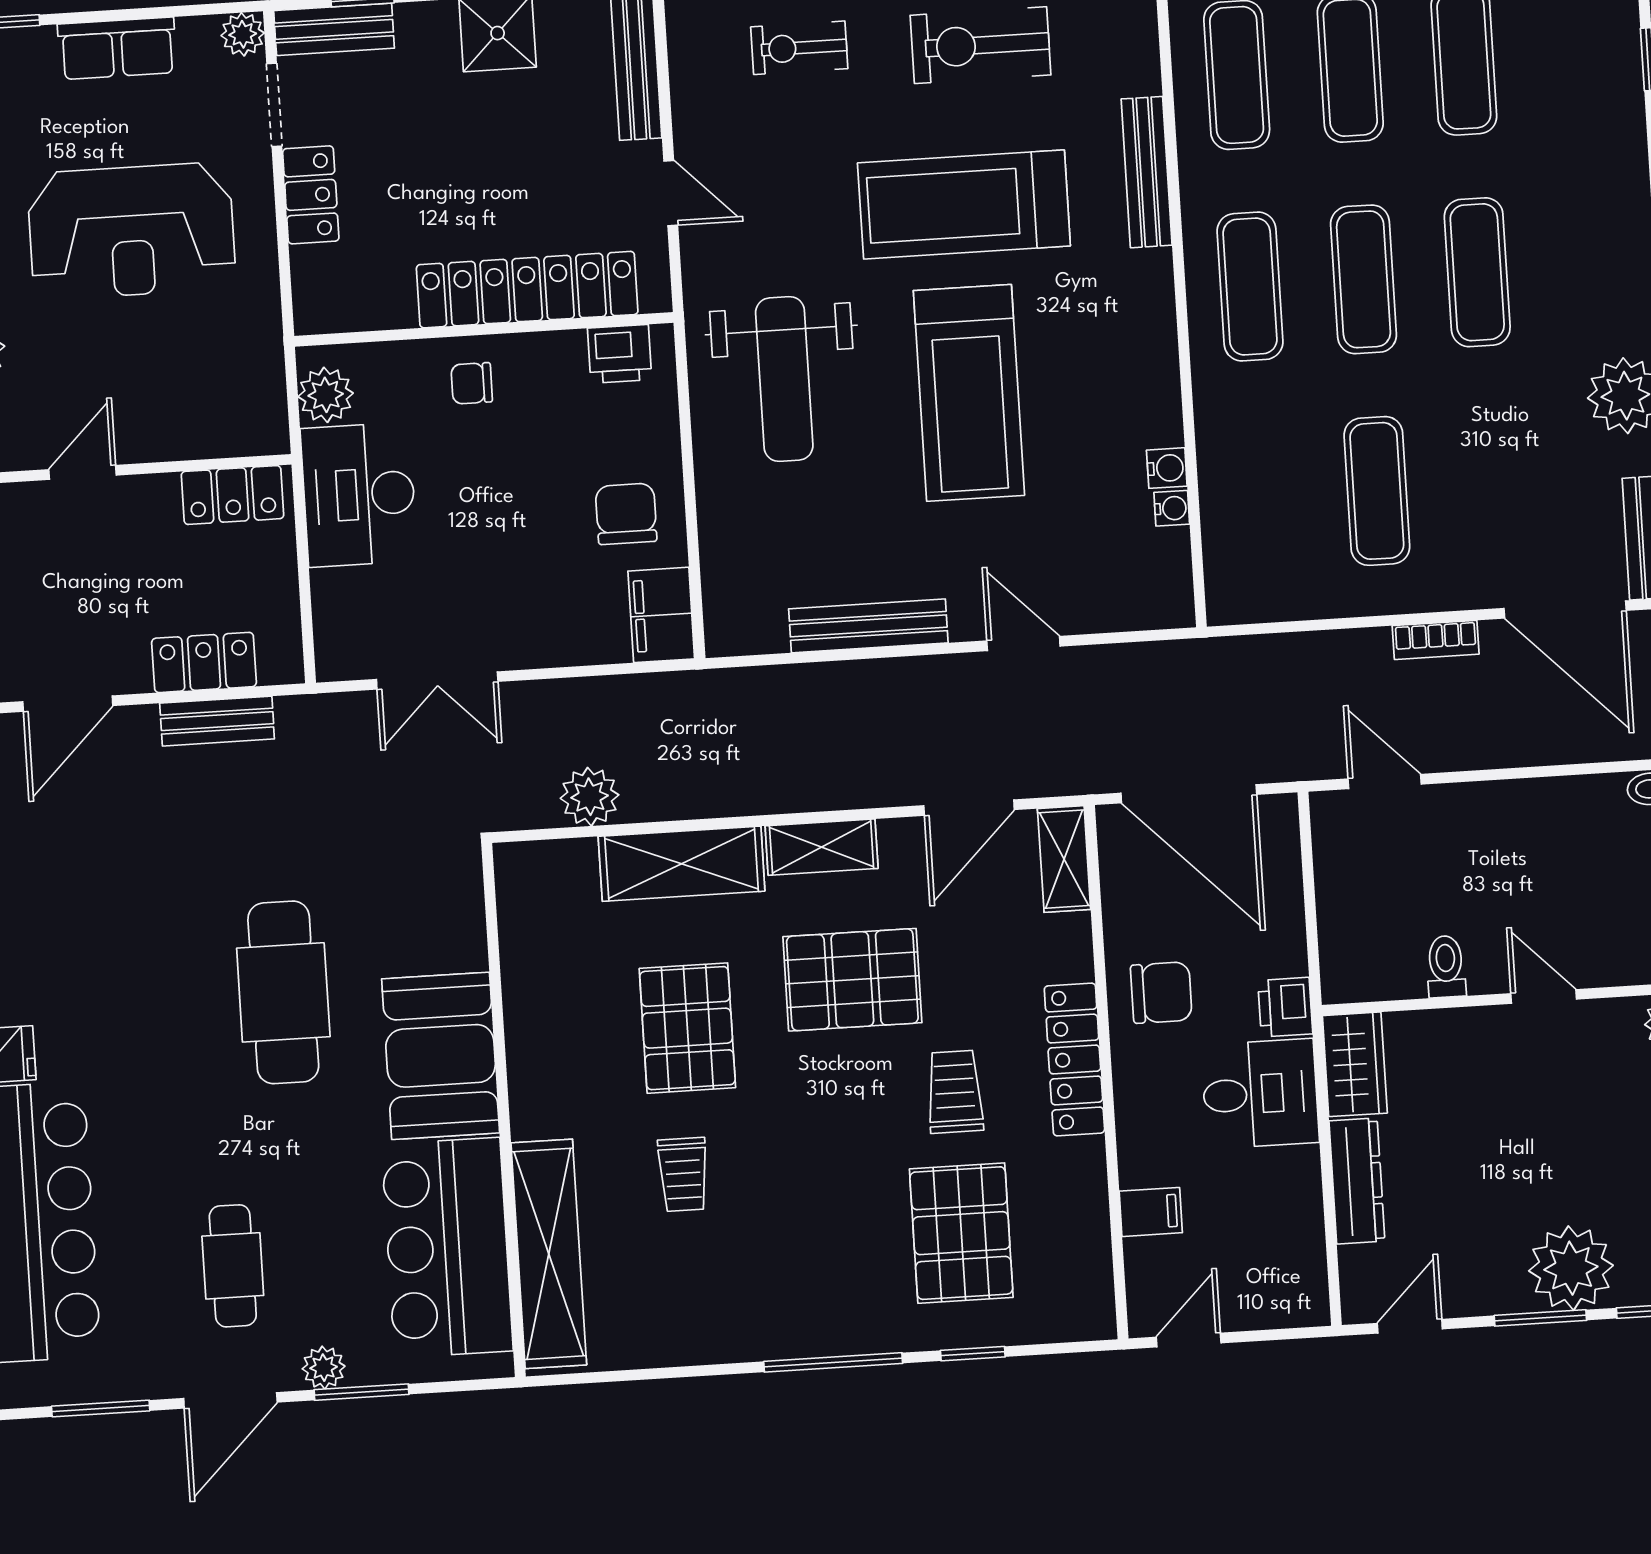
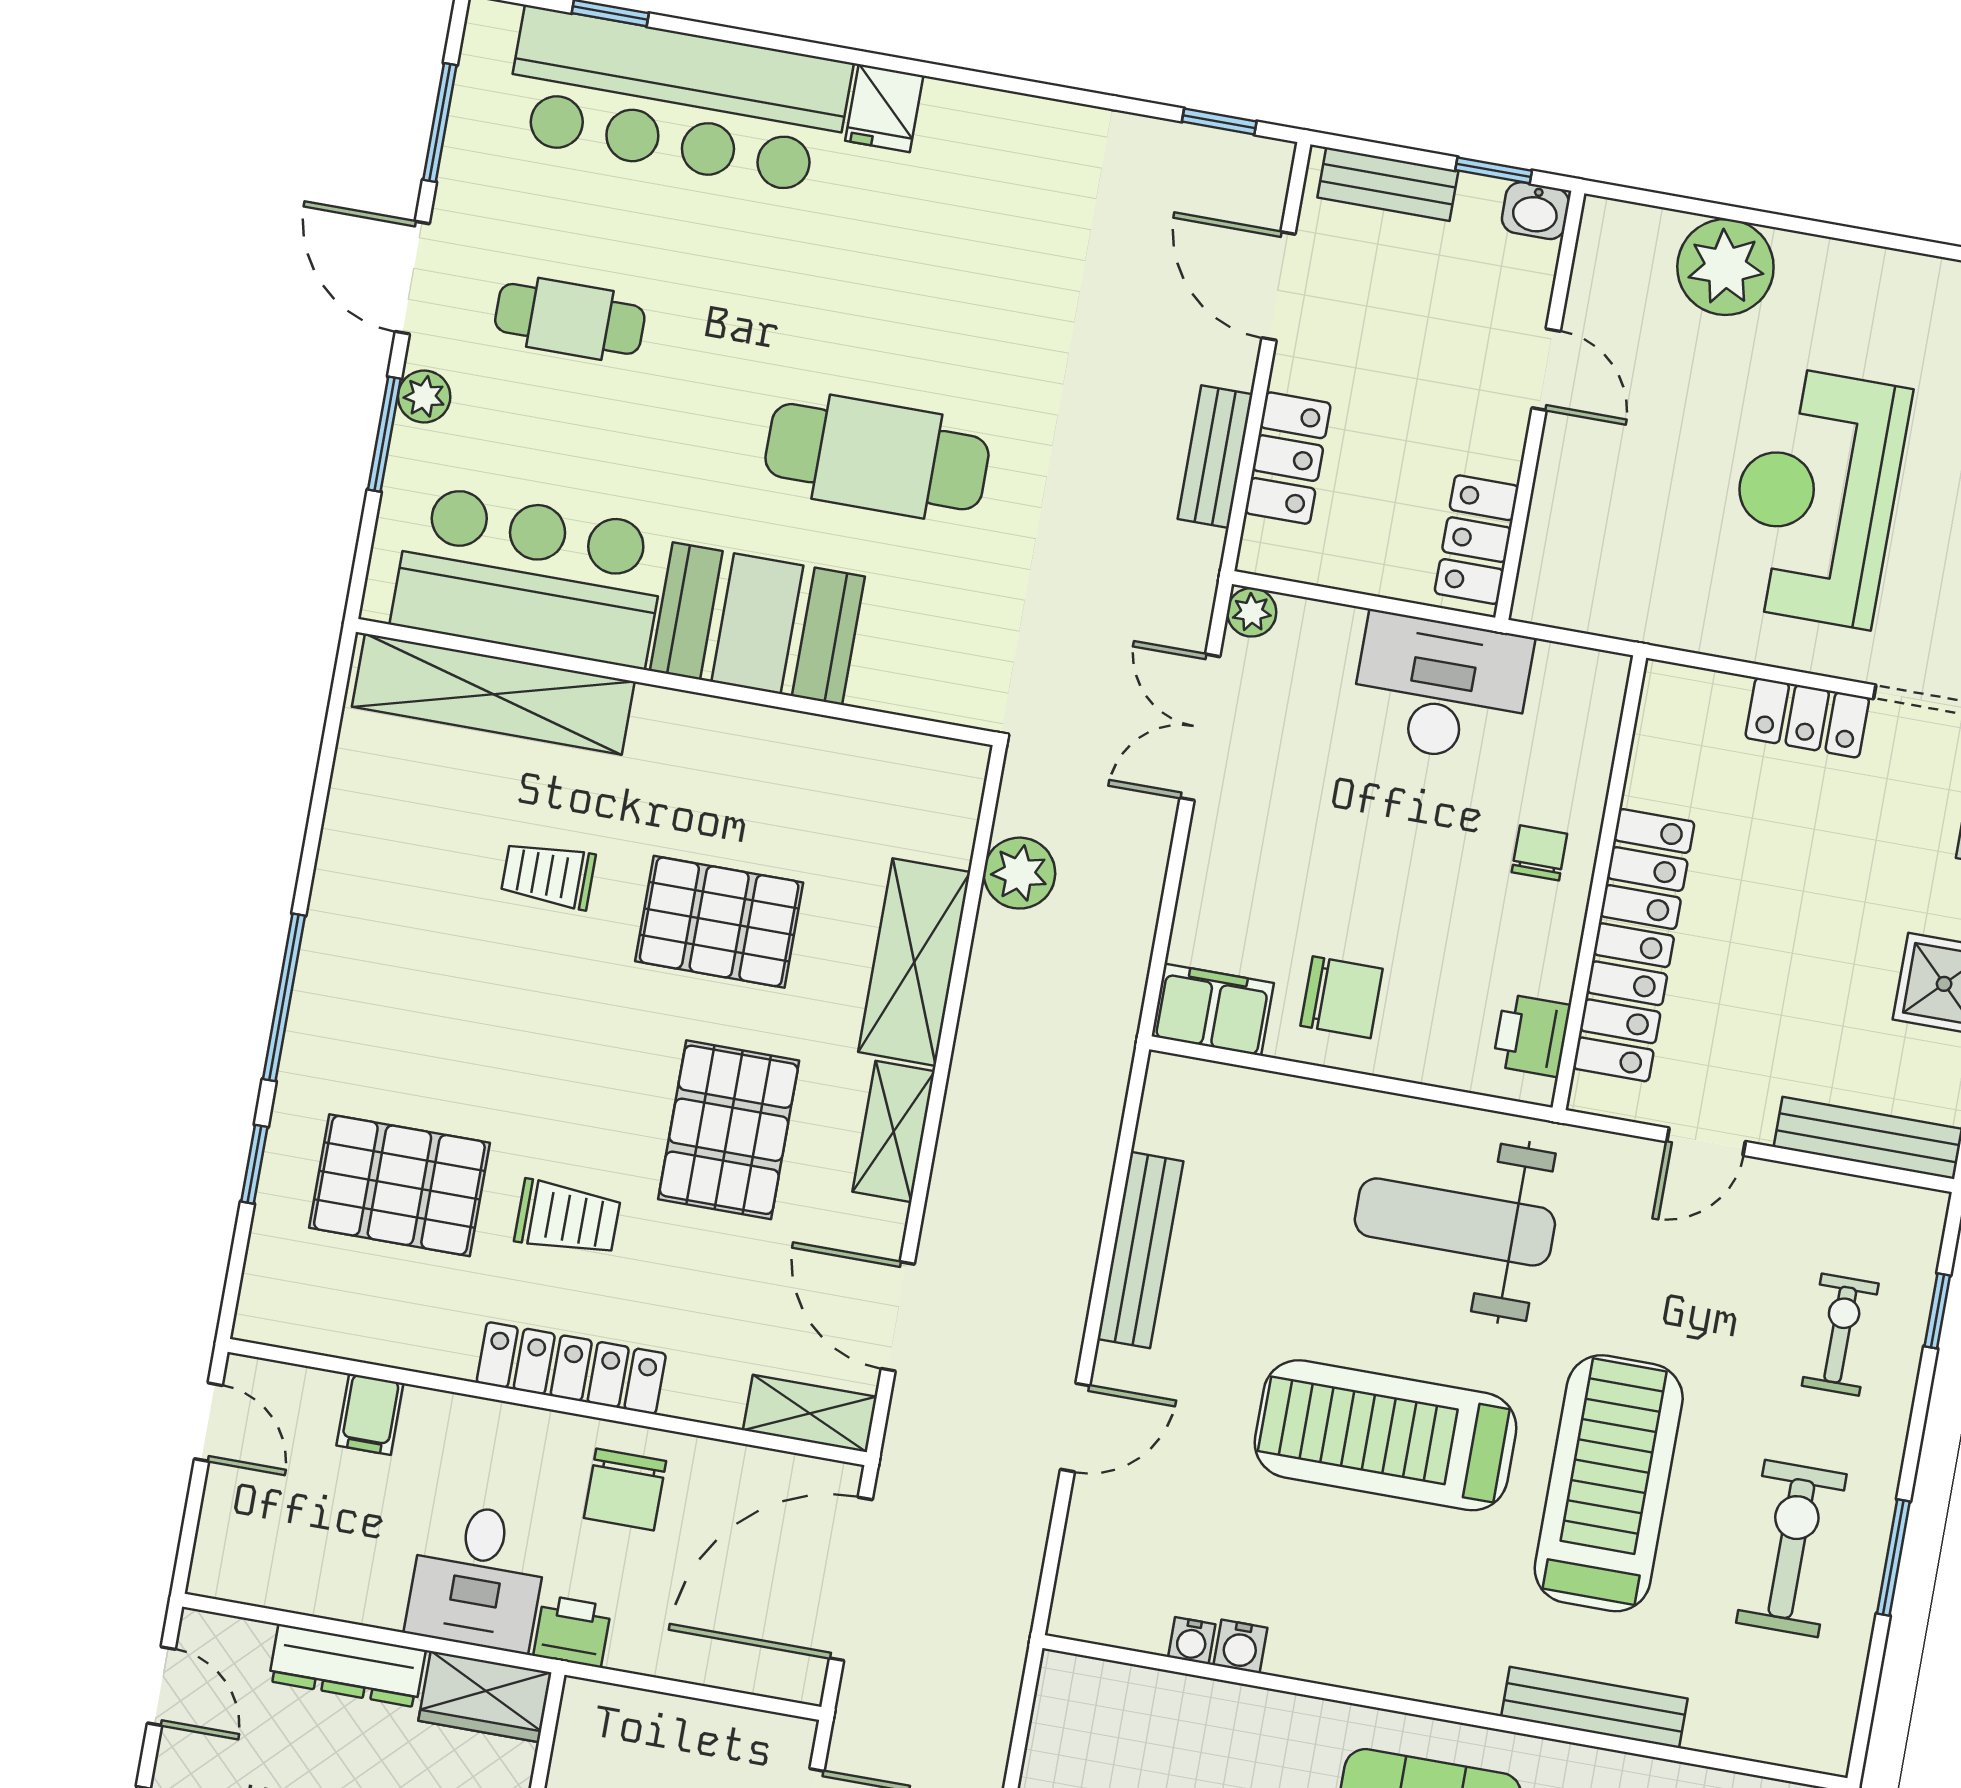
plant: (326, 395) -> (1252, 612), moved, width x0.73, depth x0.73

